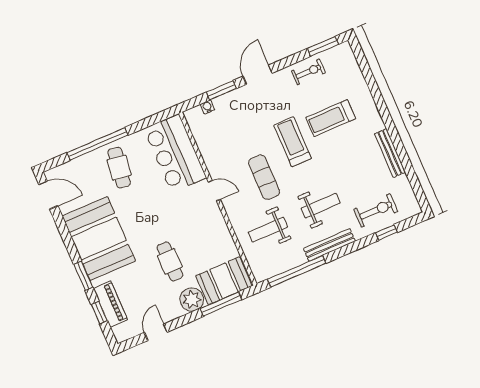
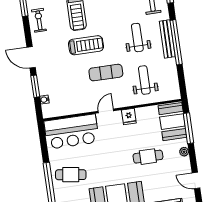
treadmill: (293, 142) -> (86, 45), turned 180
fridge: (215, 222) -> (129, 116), added
weight bench: (268, 230) -> (144, 80), turned 180
window: (297, 271) -> (176, 42), moved
plant: (192, 299) -> (184, 152), width x0.53, depth x0.53

